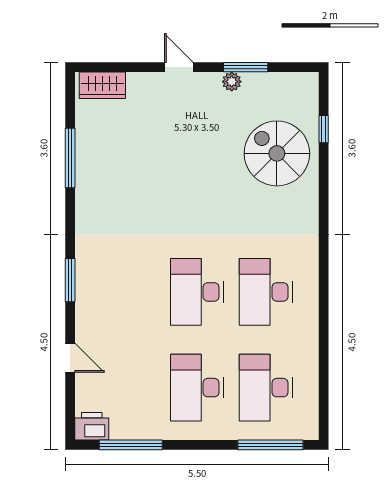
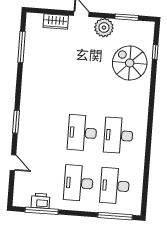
window: (246, 67) -> (127, 17), moved
plant: (232, 82) -> (104, 28), width x1.87, depth x1.87
wardrobe: (102, 85) -> (56, 22), moved
window: (70, 158) -> (21, 47), moved
printer: (92, 426) -> (41, 201), moved

